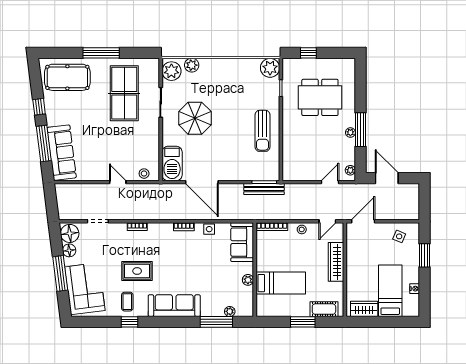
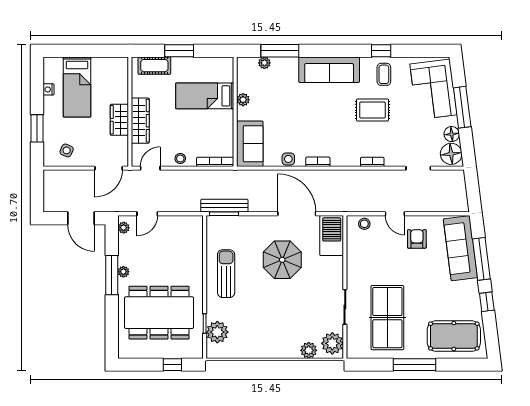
plant: (270, 68) -> (217, 332), moved
dining table: (320, 97) -> (159, 313), width x1.36, depth x1.24
parasol: (195, 118) -> (282, 260), moved
armchair: (99, 161) -> (417, 239), added
wardrobe: (364, 309) -> (119, 120), moved, turned 90

